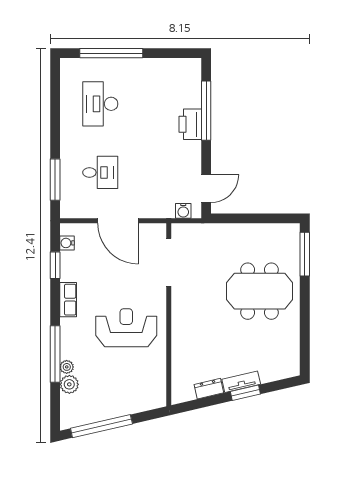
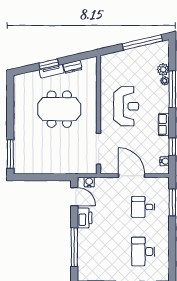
desk: (100, 104) -> (143, 252), turned 180
printer: (190, 124) -> (85, 218), moved
door: (206, 189) -> (74, 197), swing flipped
meeting table: (260, 291) -> (59, 109), moved
reception desk: (126, 328) -> (126, 106), turned -90

